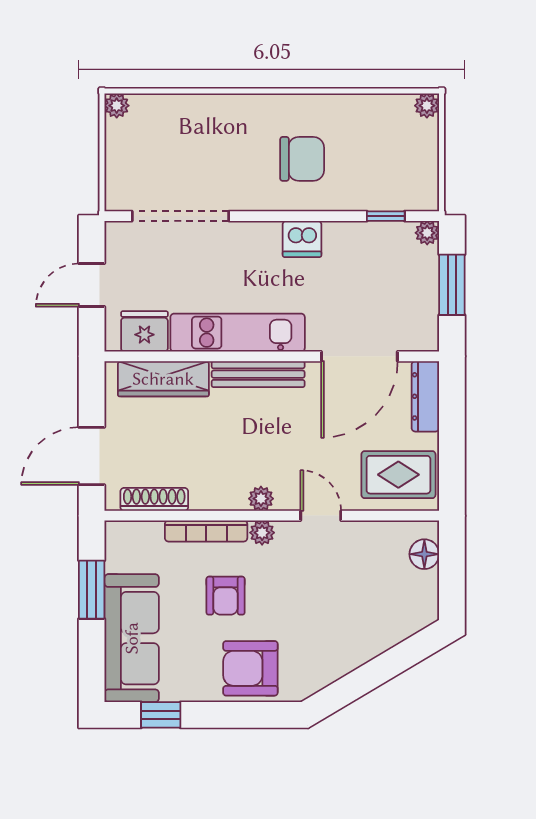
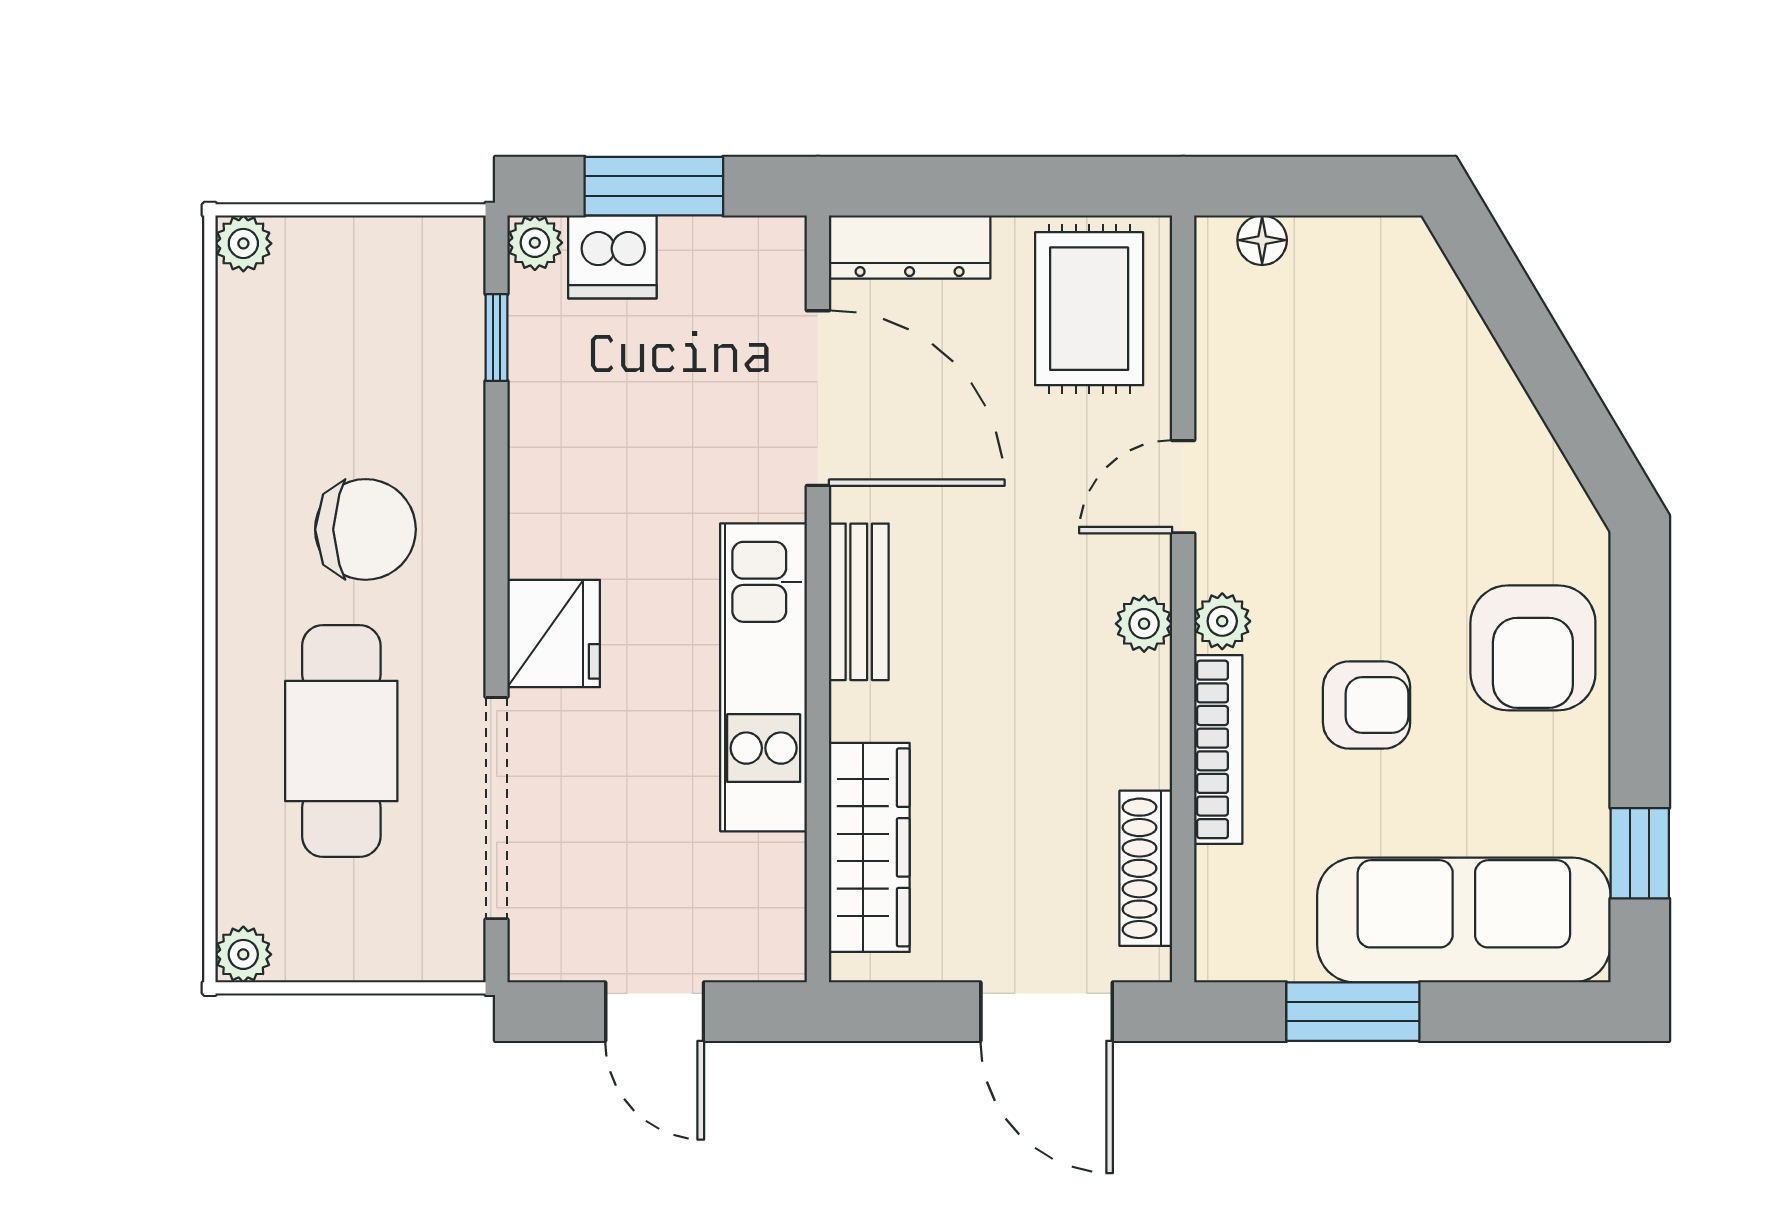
cafe table: (210, 148) -> (341, 741), added
chair: (302, 159) -> (365, 529), turned 90
dishwasher: (302, 239) -> (612, 257), moved, turned 90
fridge: (144, 331) -> (554, 633), moved, turned 180
bench: (258, 374) -> (859, 602), width x0.73
floor lamp: (424, 554) -> (1262, 240), width x0.73, depth x0.73

